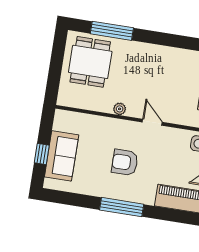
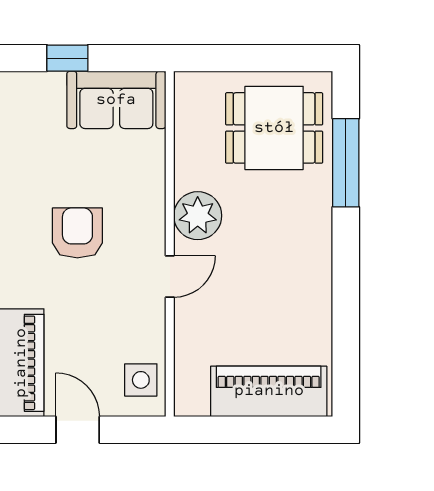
plant: (120, 109) -> (198, 216), width x1.87, depth x1.87
sofa: (62, 156) -> (116, 100), moved

